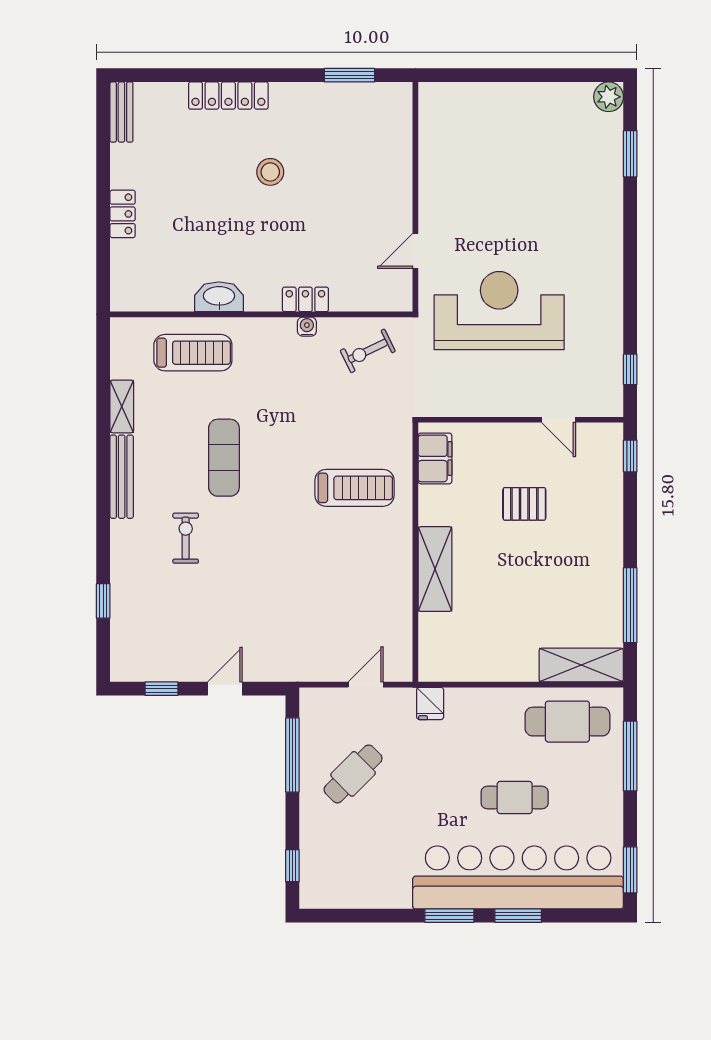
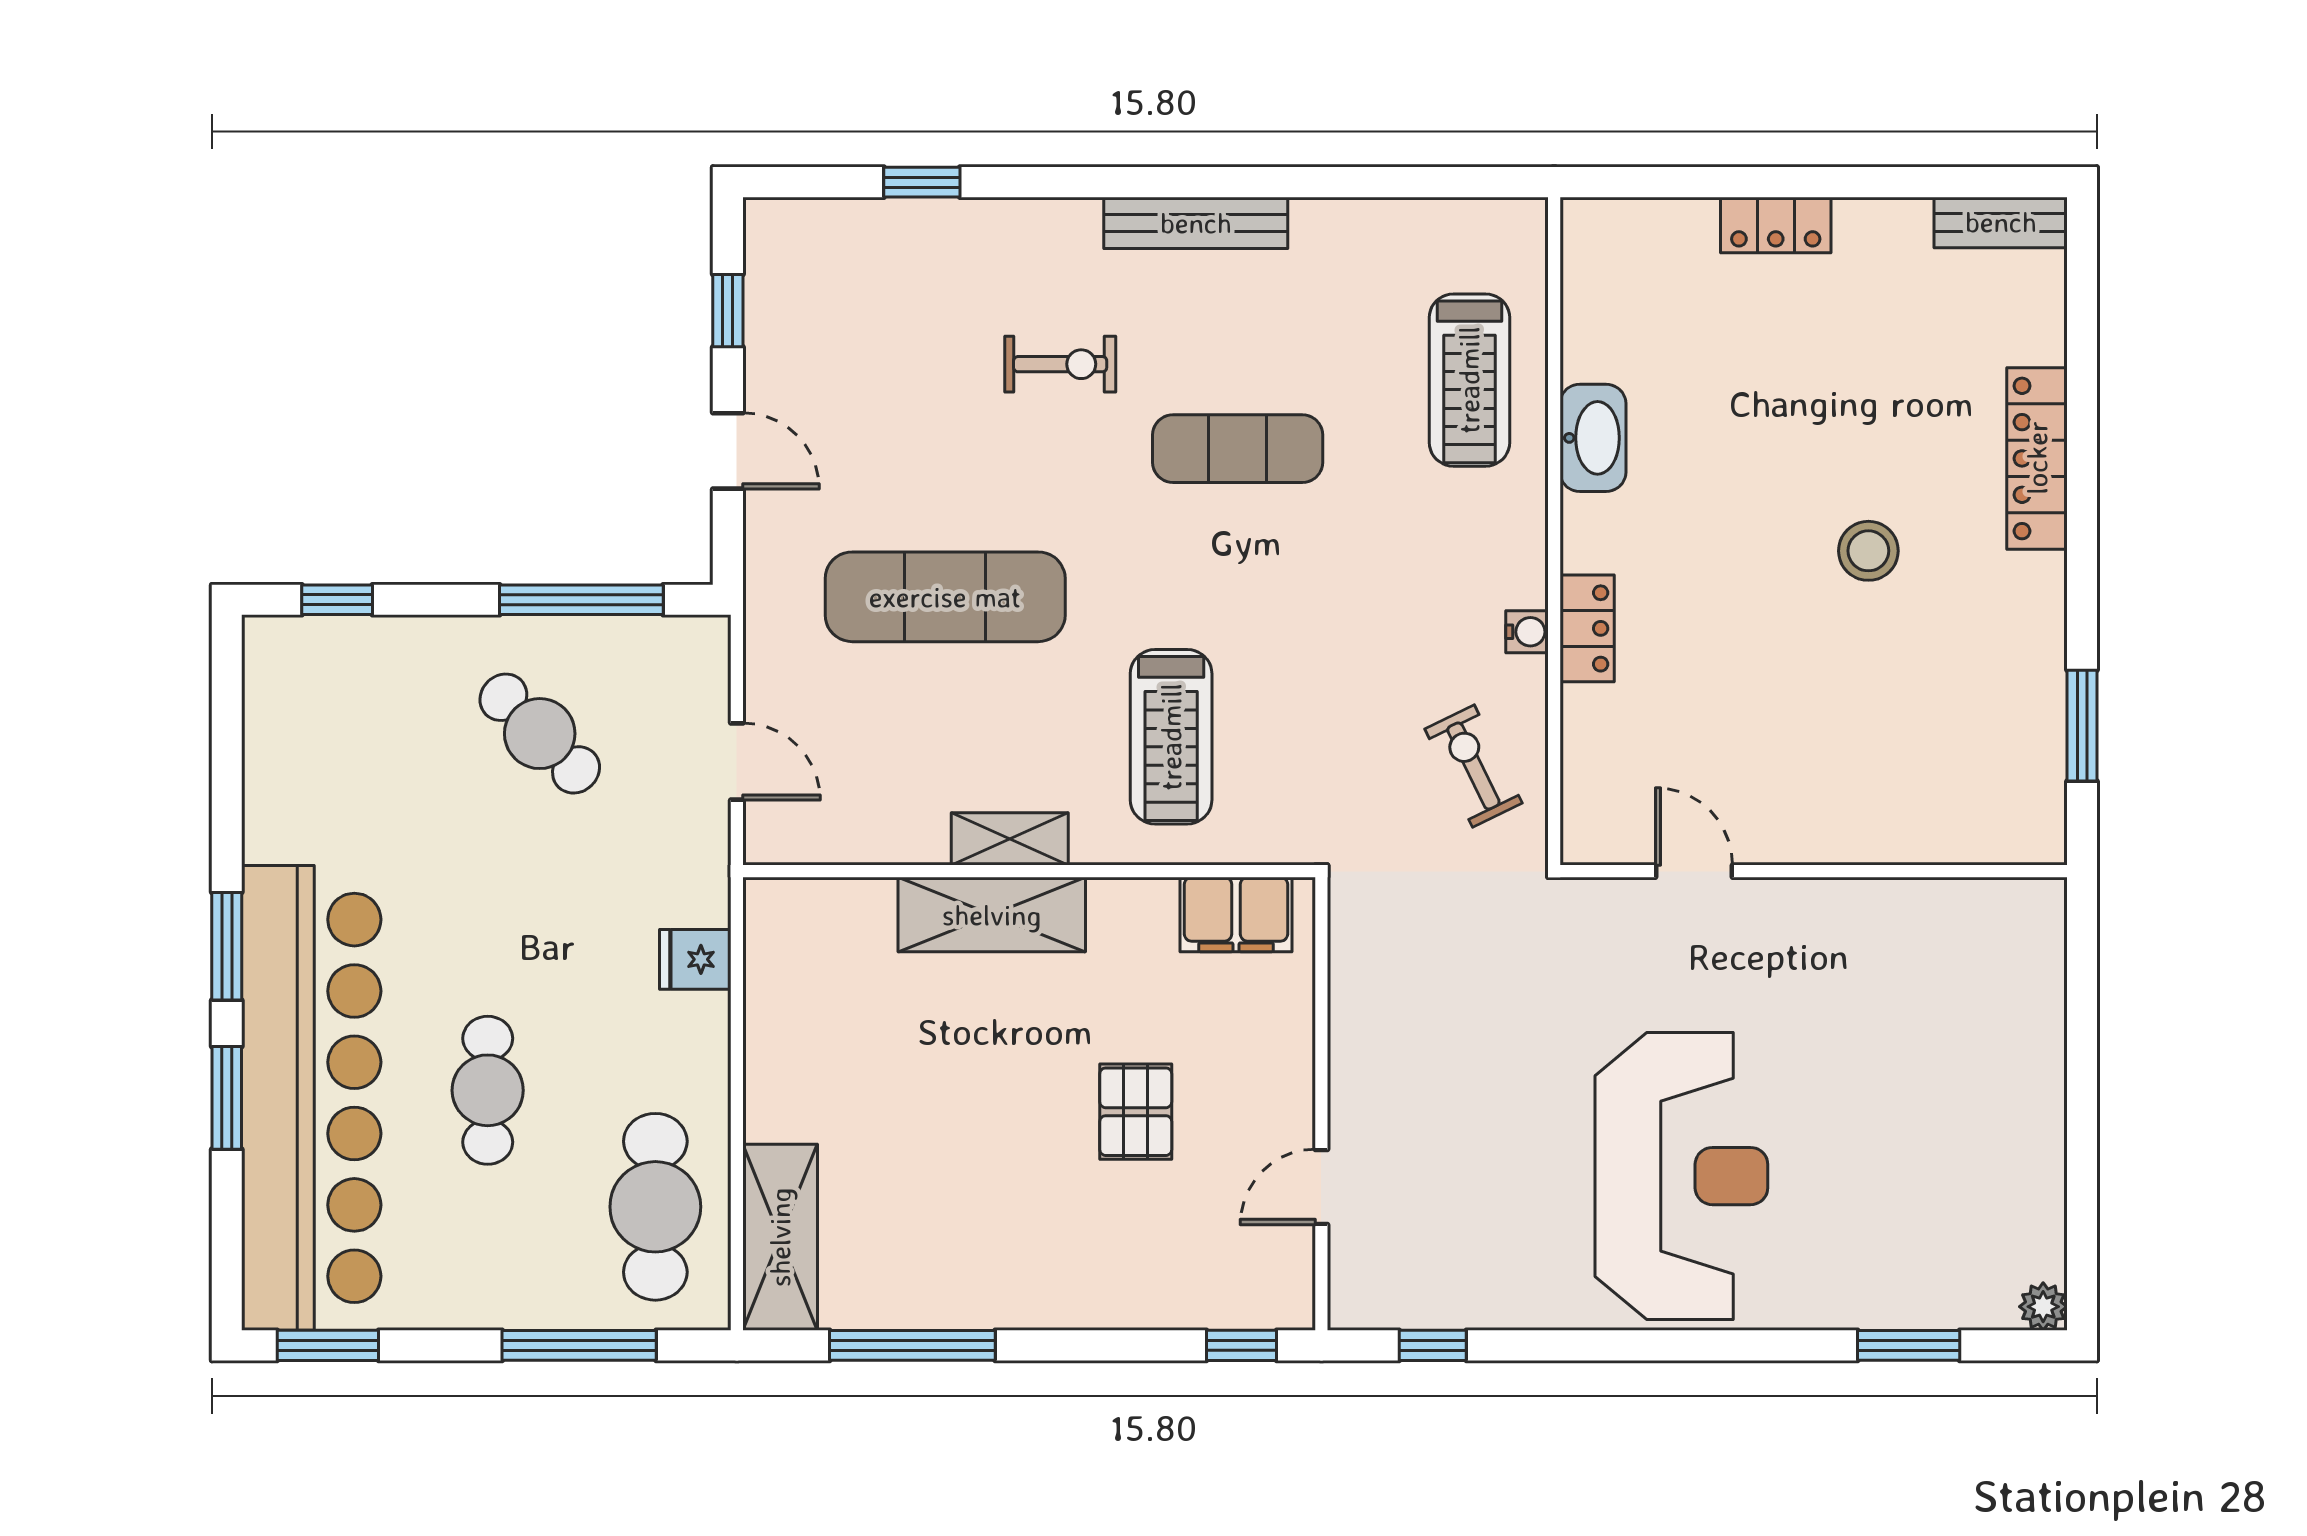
plant: (609, 97) -> (2043, 1307), width x0.73, depth x0.73
reception desk: (499, 311) -> (1681, 1176), moved
shelving: (122, 406) -> (1010, 839), moved
exercise mat: (291, 590) -> (945, 597), added
fridge: (430, 703) -> (695, 959), moved

